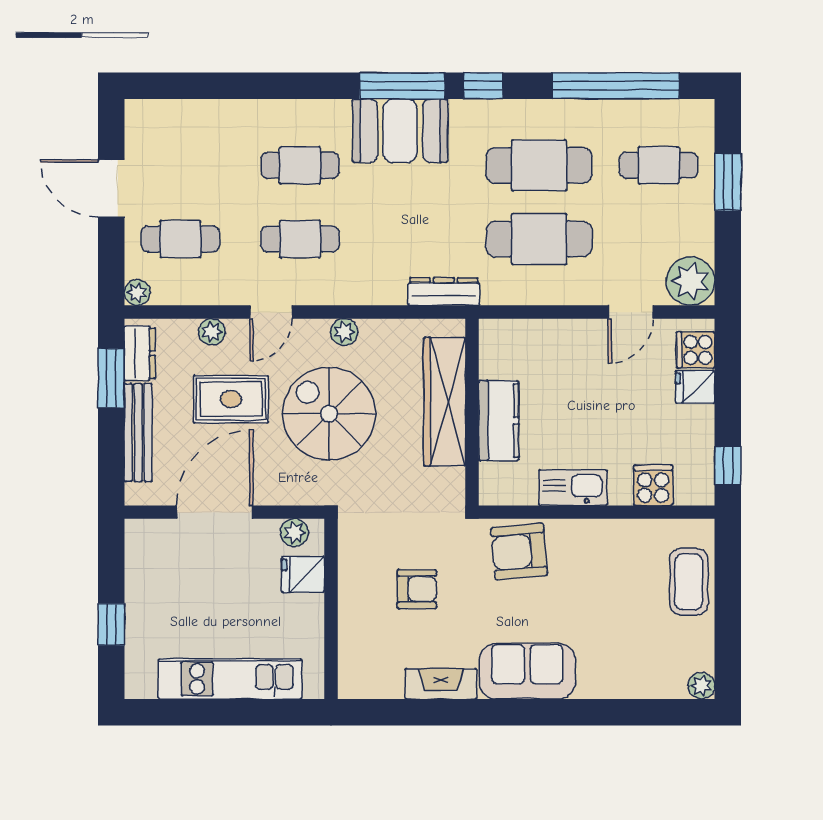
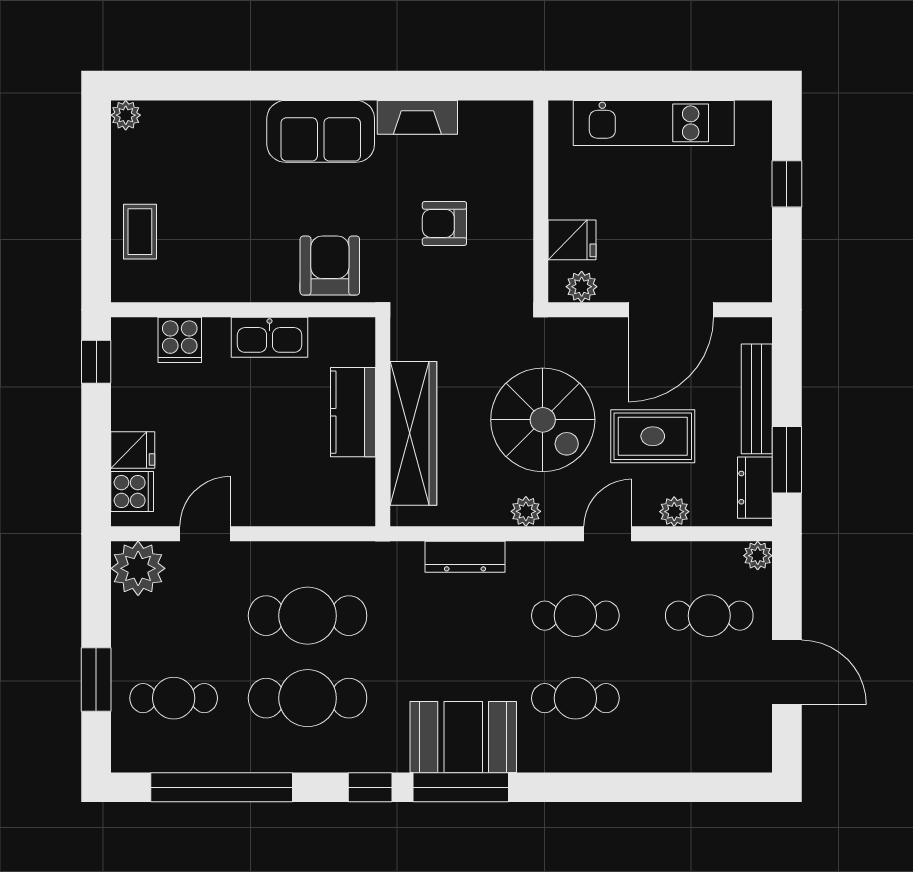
dresser: (444, 292) -> (465, 557), moved
armchair: (519, 552) -> (330, 266), turned -85
coffee table: (689, 582) -> (140, 232), width x0.73, depth x0.77

